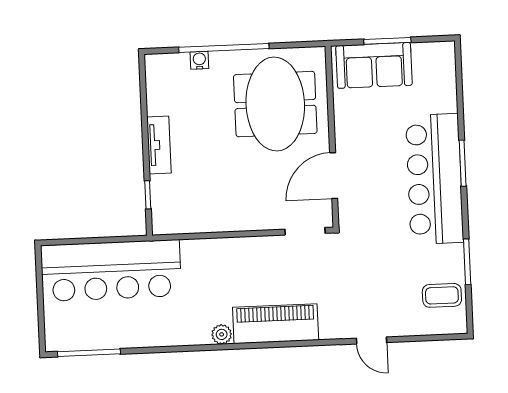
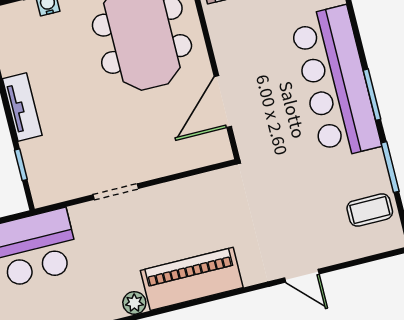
window: (463, 163) -> (372, 95), moved
doorway: (305, 231) -> (116, 192), moved

